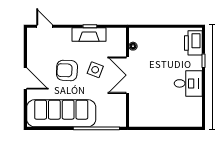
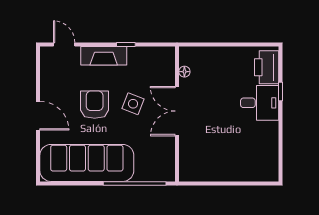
fireplace: (89, 35) -> (104, 56), moved
armchair: (67, 70) -> (95, 105), turned 87
desk: (188, 83) -> (260, 103), moved

